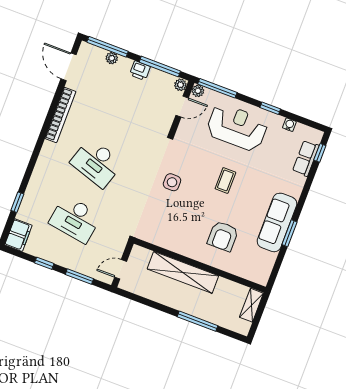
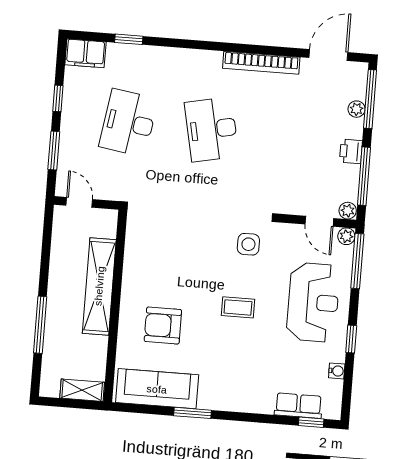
desk: (97, 163) -> (212, 129), turned -30
side table: (172, 182) -> (248, 244), moved
sofa: (277, 222) -> (157, 389), moved

